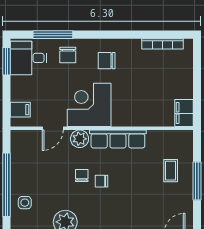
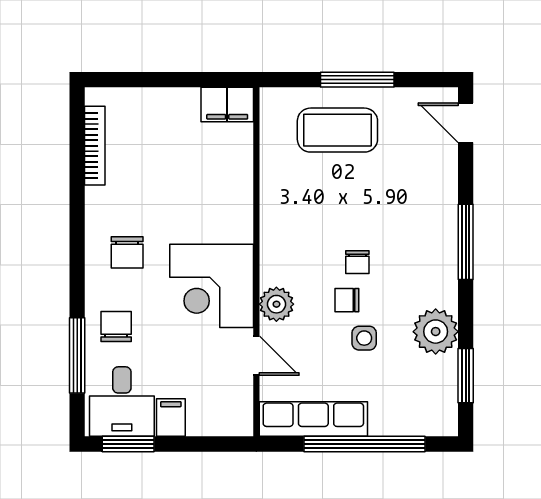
chair: (68, 55) -> (116, 327), turned -90
filing cabinet: (20, 110) -> (171, 417), moved
row of seats: (118, 139) -> (313, 419), moved, turned -90
coffee table: (171, 171) -> (337, 130), width x1.86, depth x1.72
side table: (25, 203) -> (364, 338), moved

